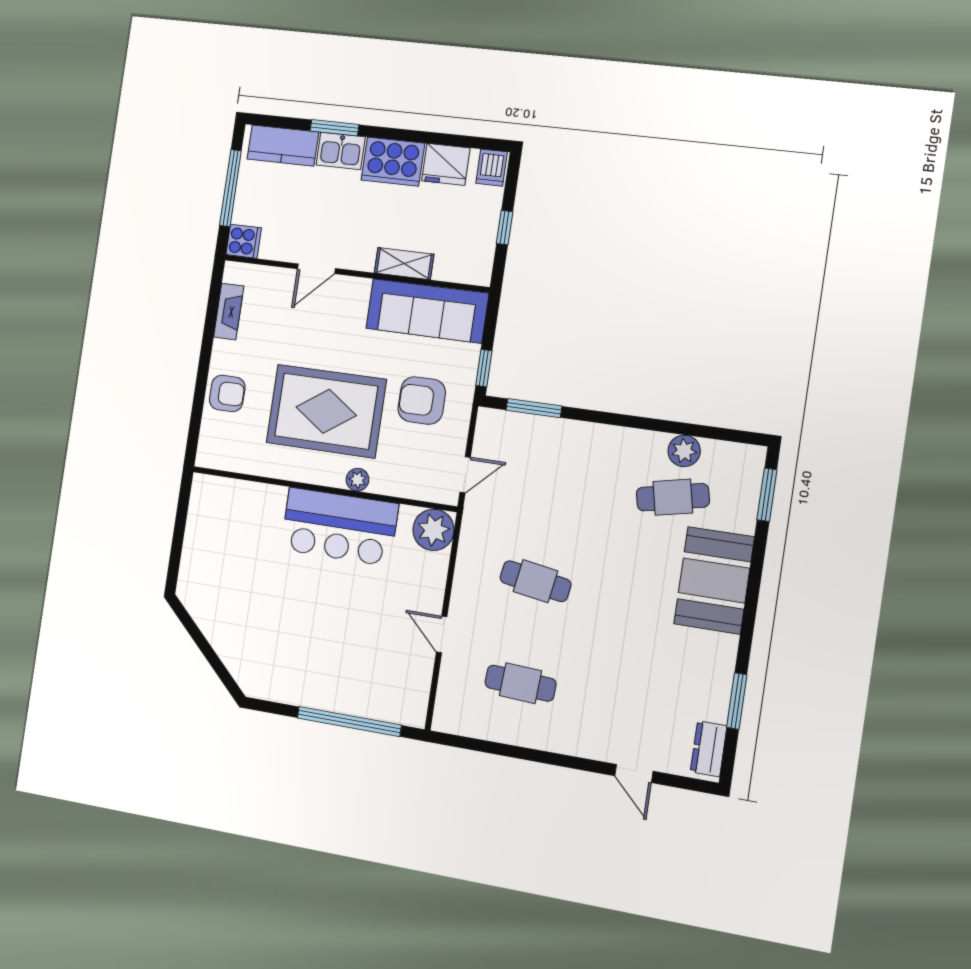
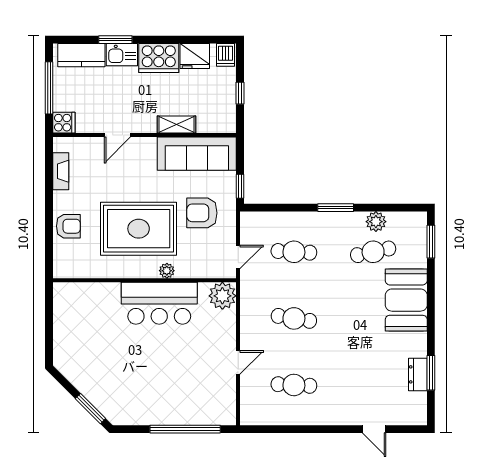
window: (534, 408) -> (336, 208), moved
cafe table: (550, 479) -> (294, 252), added
door: (442, 634) -> (238, 362), swing flipped
window: (218, 666) -> (90, 409), added
dresser: (709, 749) -> (418, 374), moved

